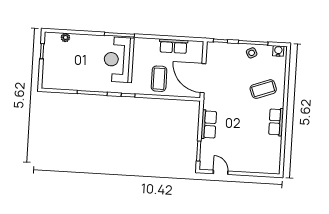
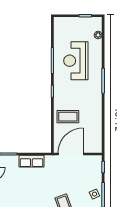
row of seats: (173, 46) -> (96, 127), removed
reception desk: (119, 60) -> (76, 61), moved, turned -90

